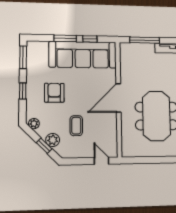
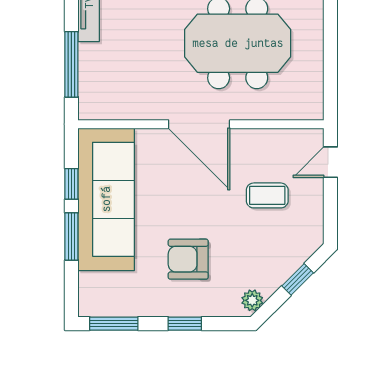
coffee table: (76, 126) -> (267, 195), moved
plant: (53, 140) -> (286, 262), removed

